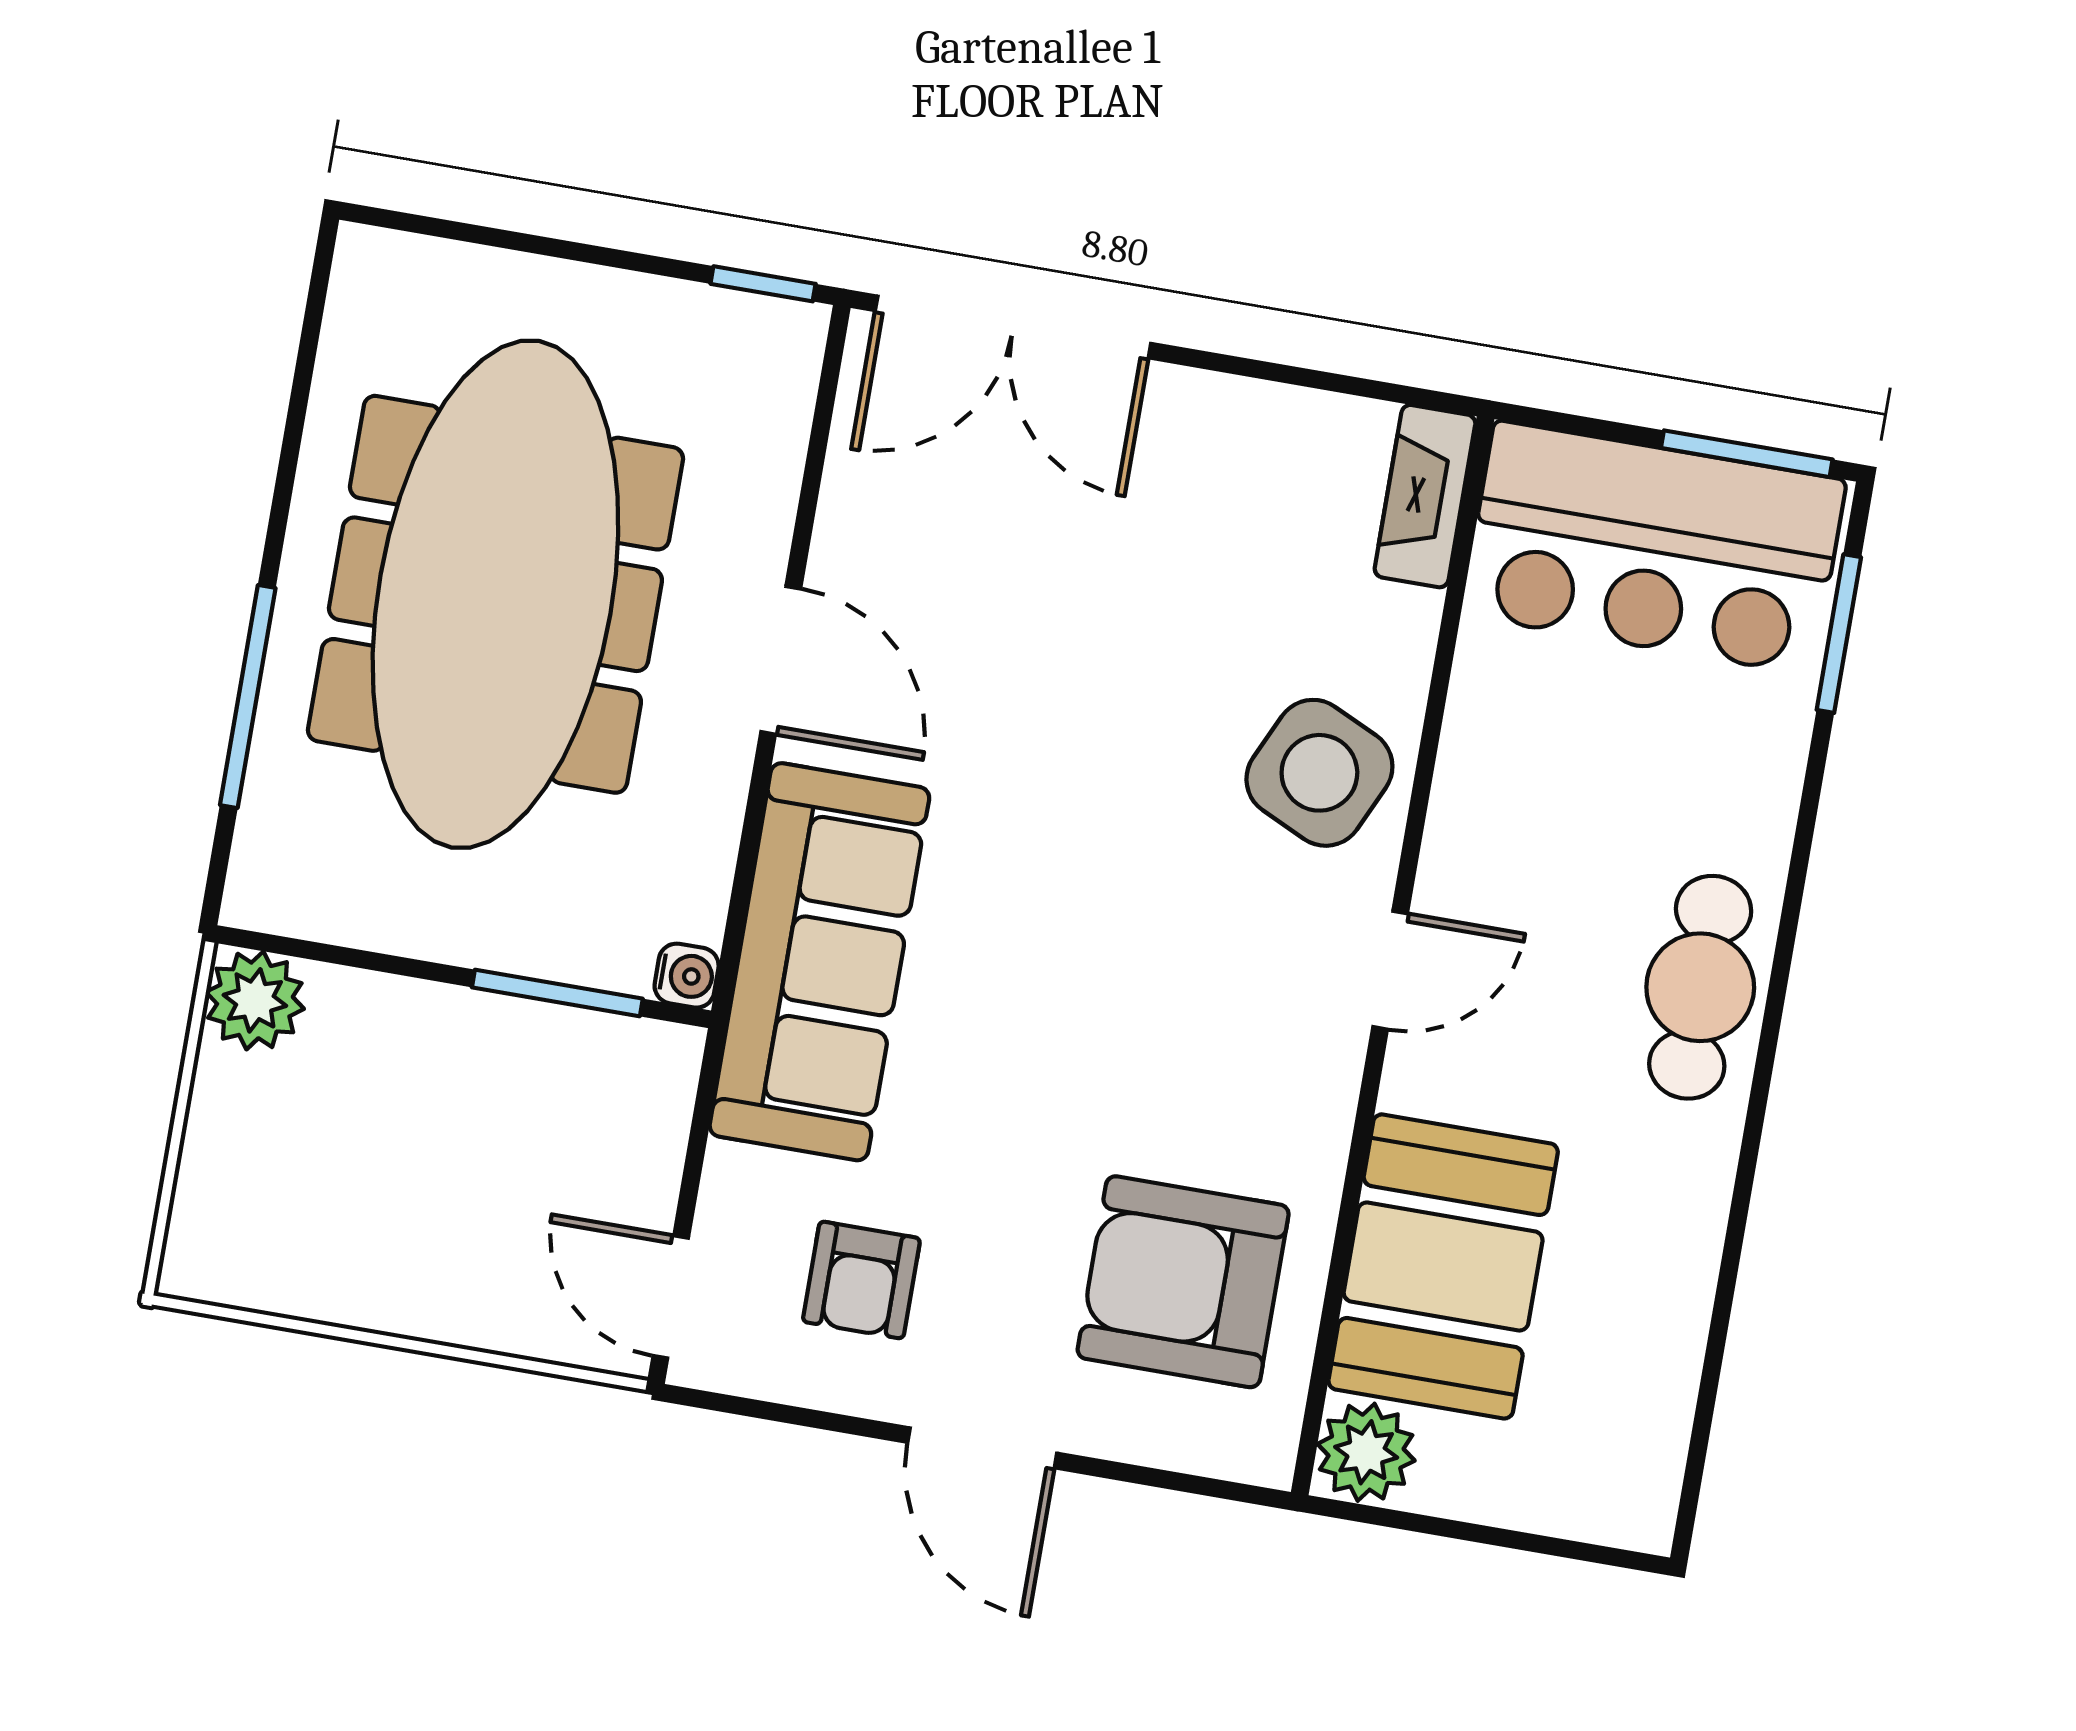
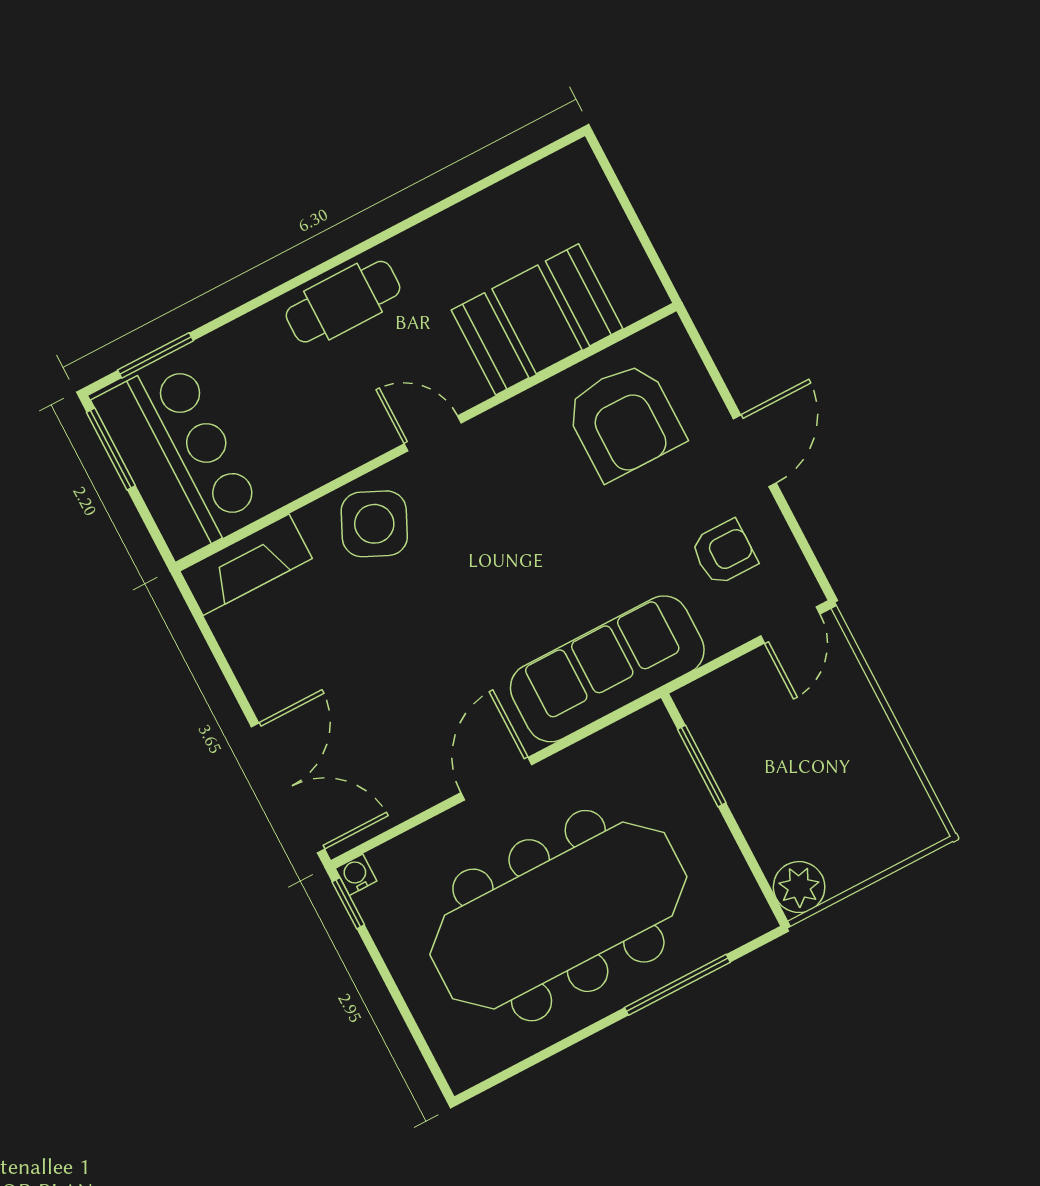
fireplace: (1425, 496) -> (246, 565), width x1.37, depth x1.32
water cooler: (687, 976) -> (356, 875), moved
plant: (1366, 1452) -> (637, 293), removed

